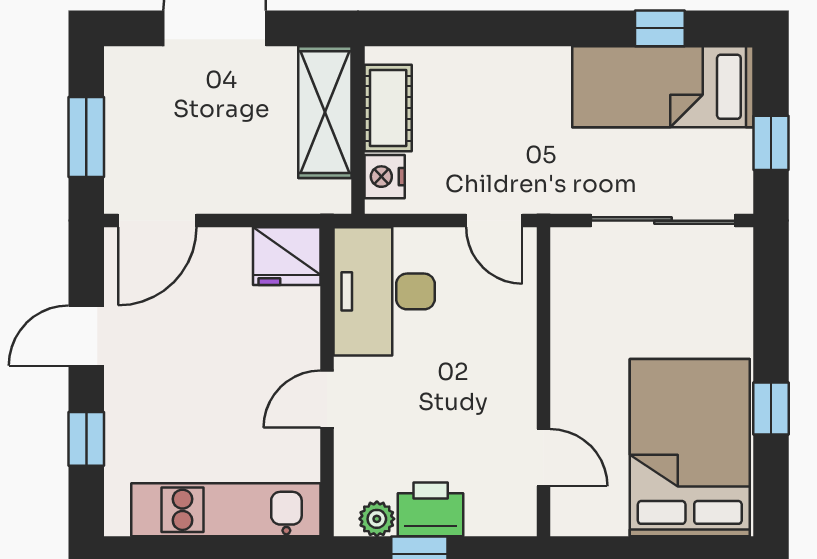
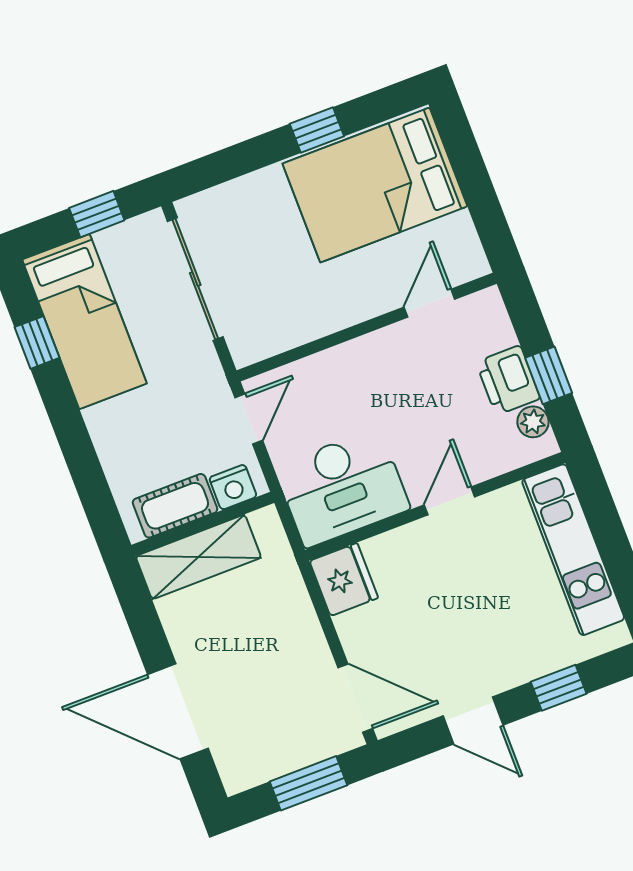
cot: (388, 108) -> (175, 506), moved
shelving: (325, 112) -> (198, 557), moved
wall: (358, 130) -> (203, 524), moved
nightstand: (385, 177) -> (233, 487), moved
door: (327, 399) -> (450, 501), swing flipped

